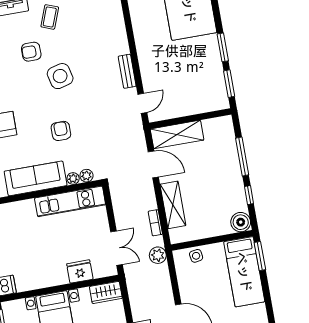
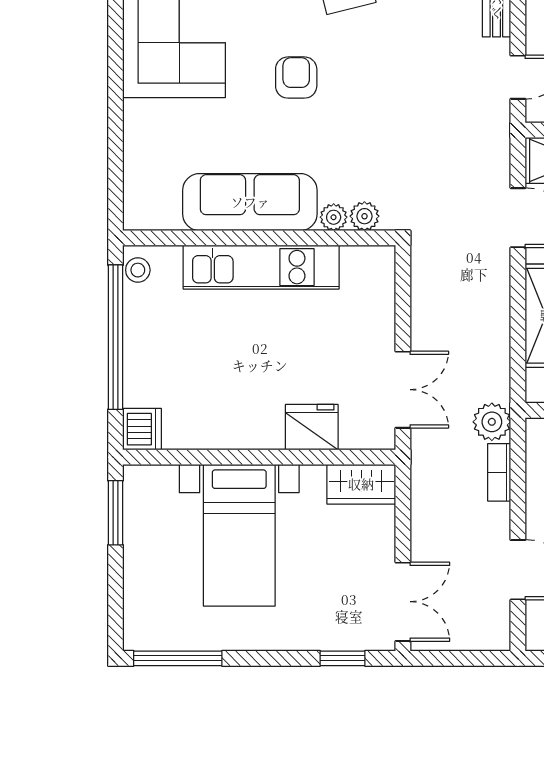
armchair: (61, 131) -> (296, 78), moved
kitchen unit: (70, 201) -> (261, 267), moved
bookcase: (155, 223) -> (499, 472), moved

